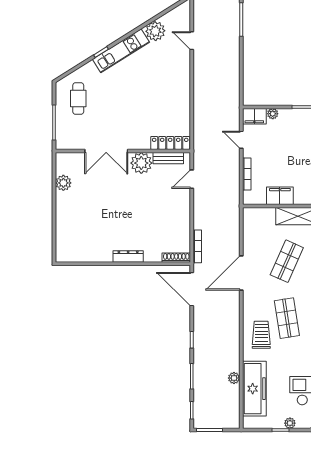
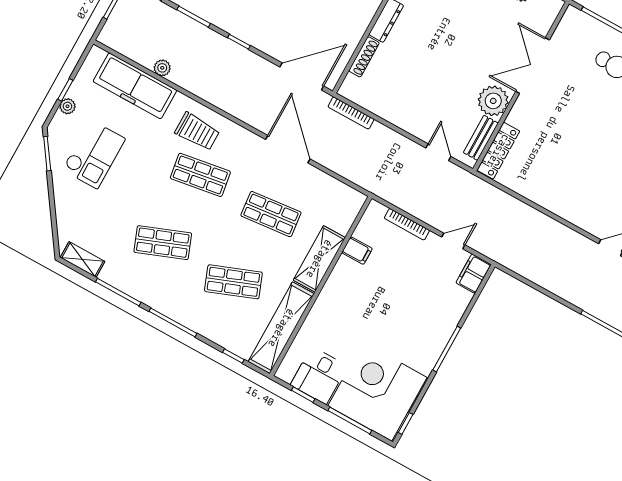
plant: (273, 114) -> (464, 298), removed
filing cabinet: (280, 196) -> (357, 251), width x0.50
shoe rack: (176, 258) -> (364, 57), moved
shop shelf: (287, 261) -> (271, 214), turned -30

